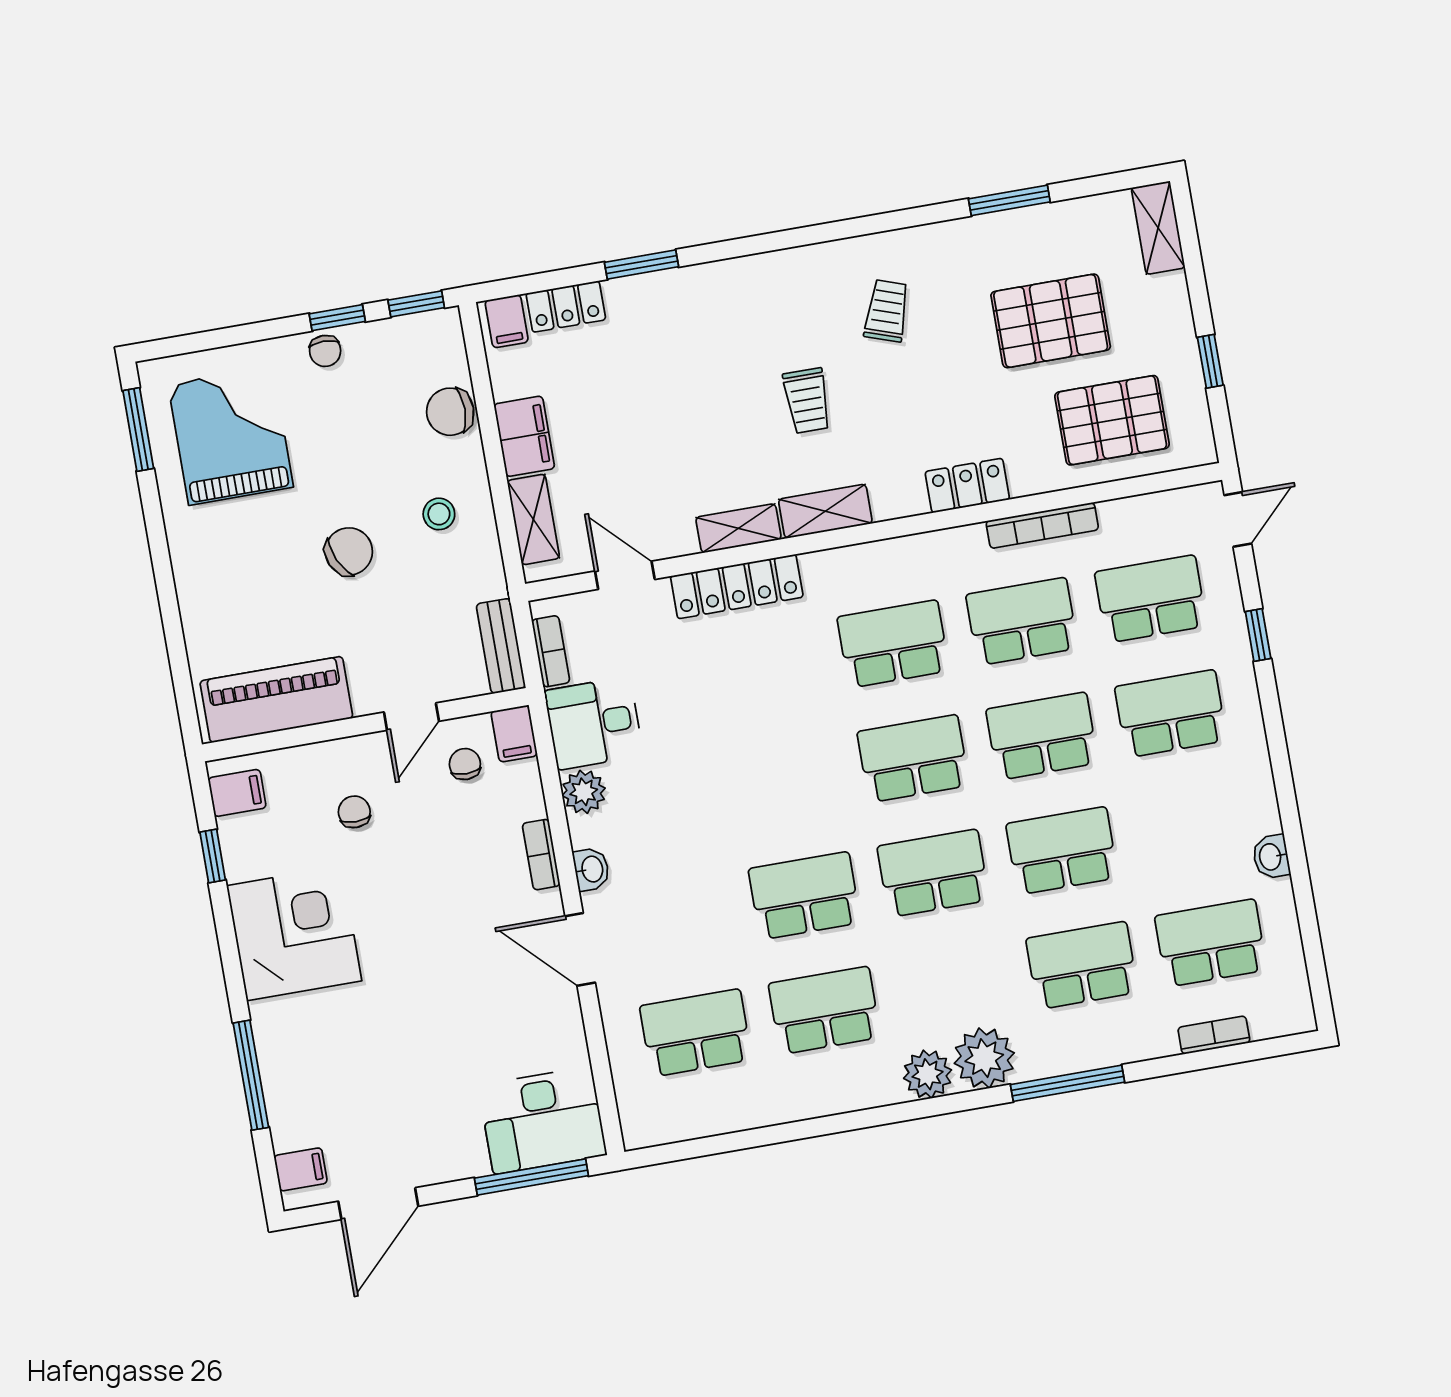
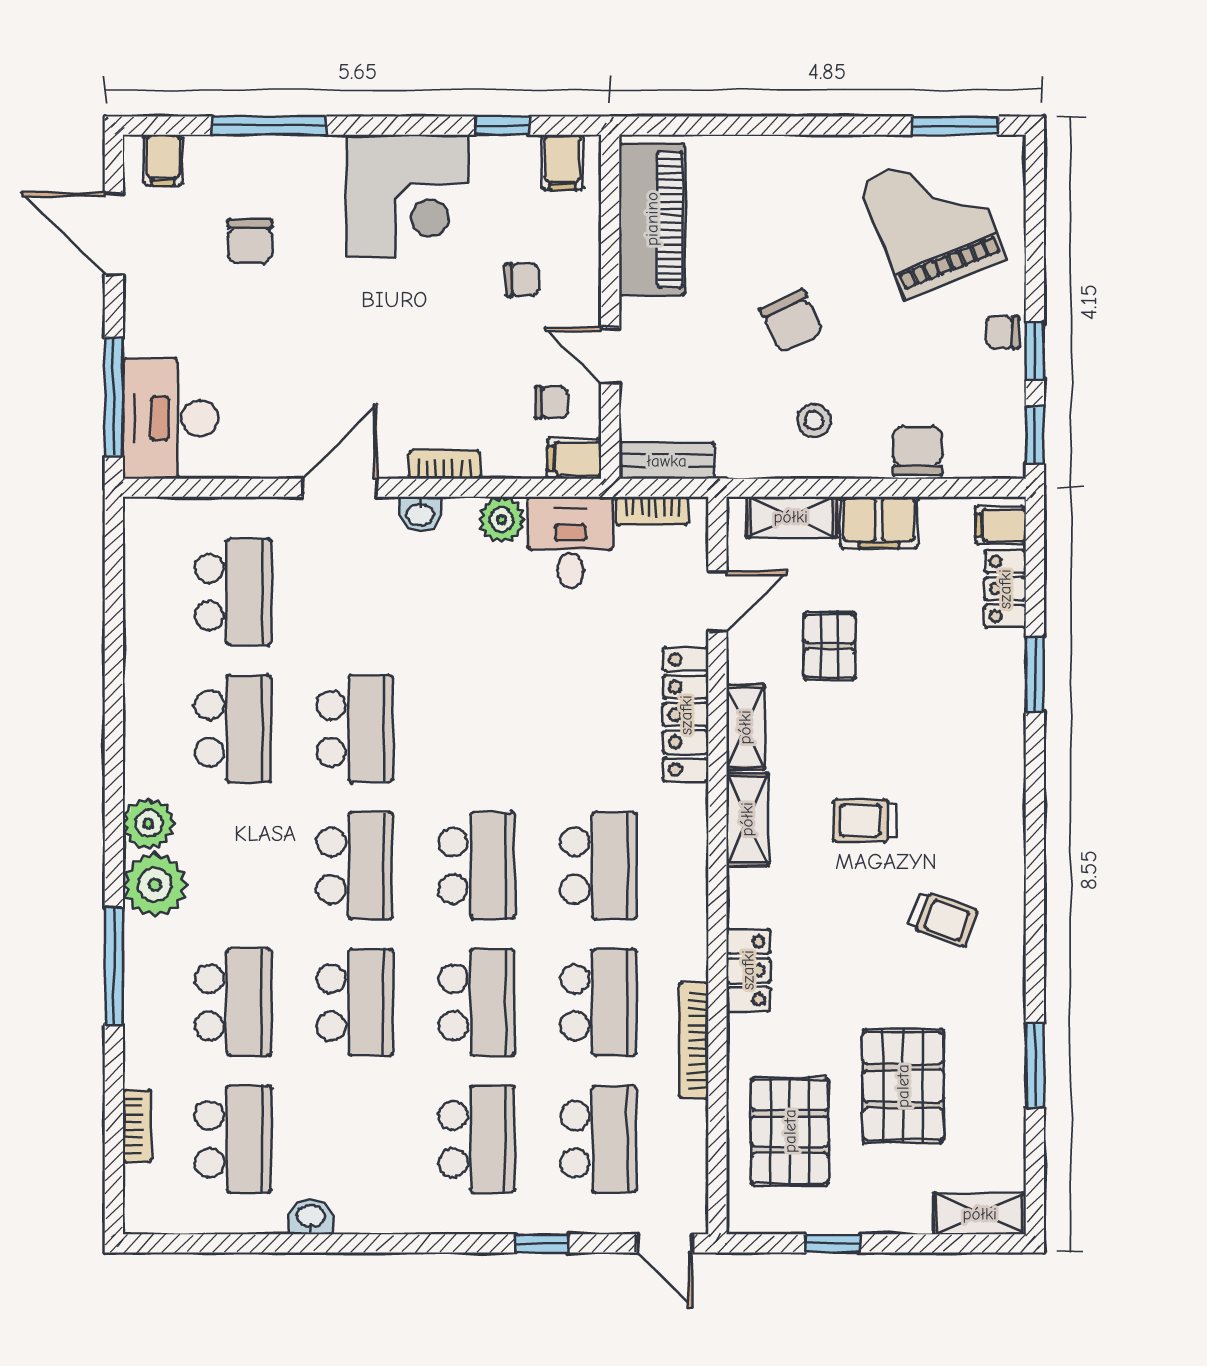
grand piano: (231, 436) -> (932, 220), turned -112
pallet: (649, 462) -> (830, 646), added
chair: (363, 1074) -> (250, 241), added

